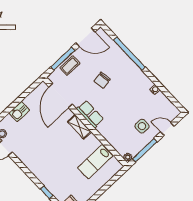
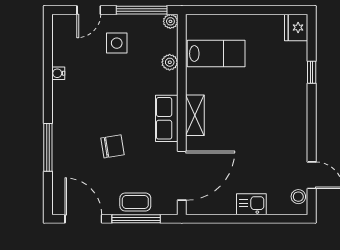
window: (129, 54) -> (48, 147), width x0.68
door: (167, 129) -> (89, 10), hinge flipped
plant: (112, 139) -> (170, 62), added

